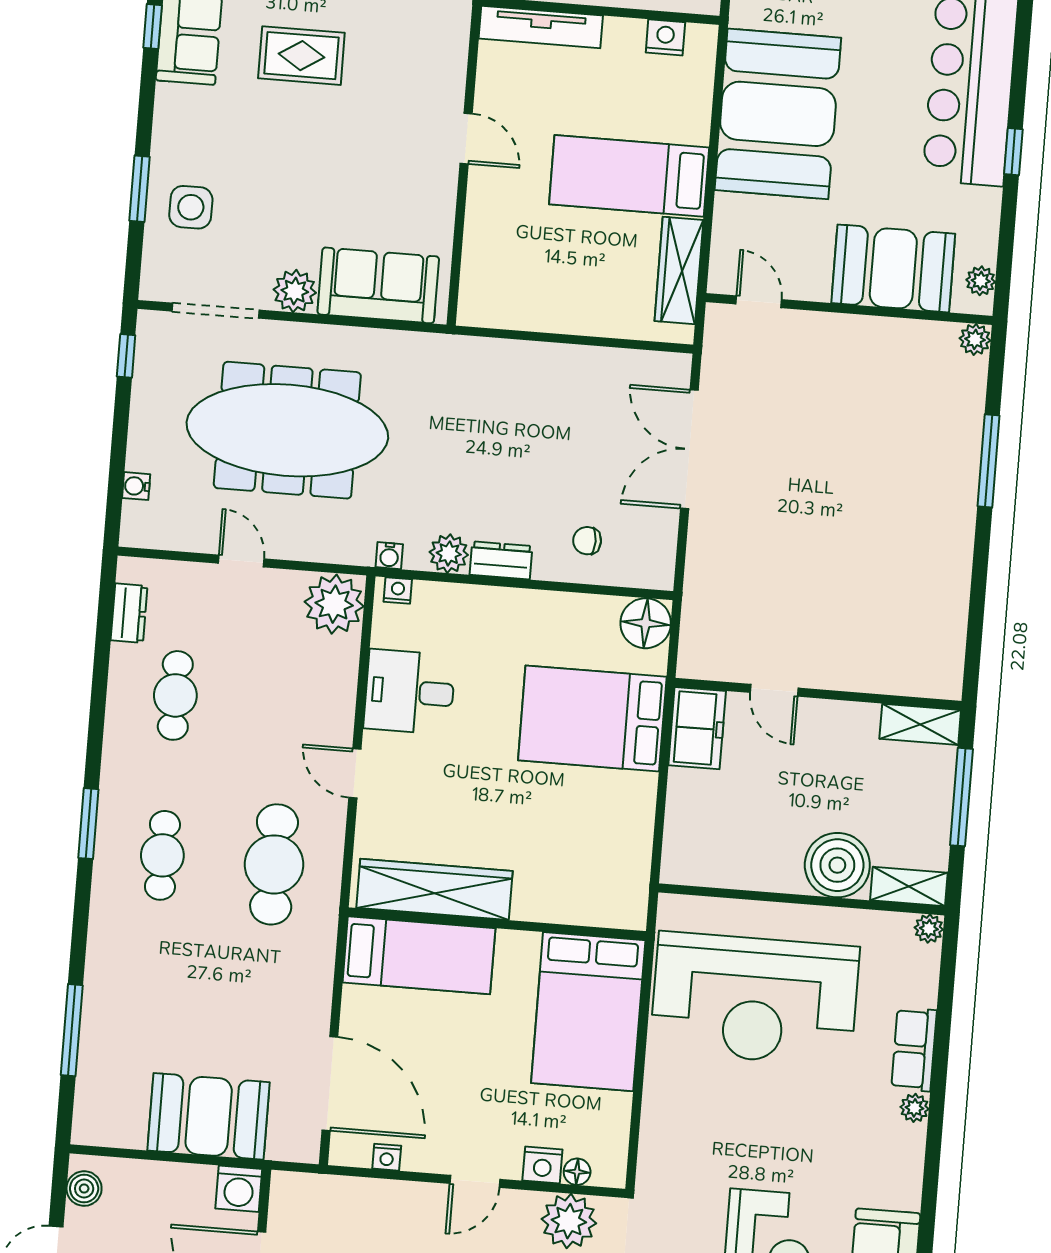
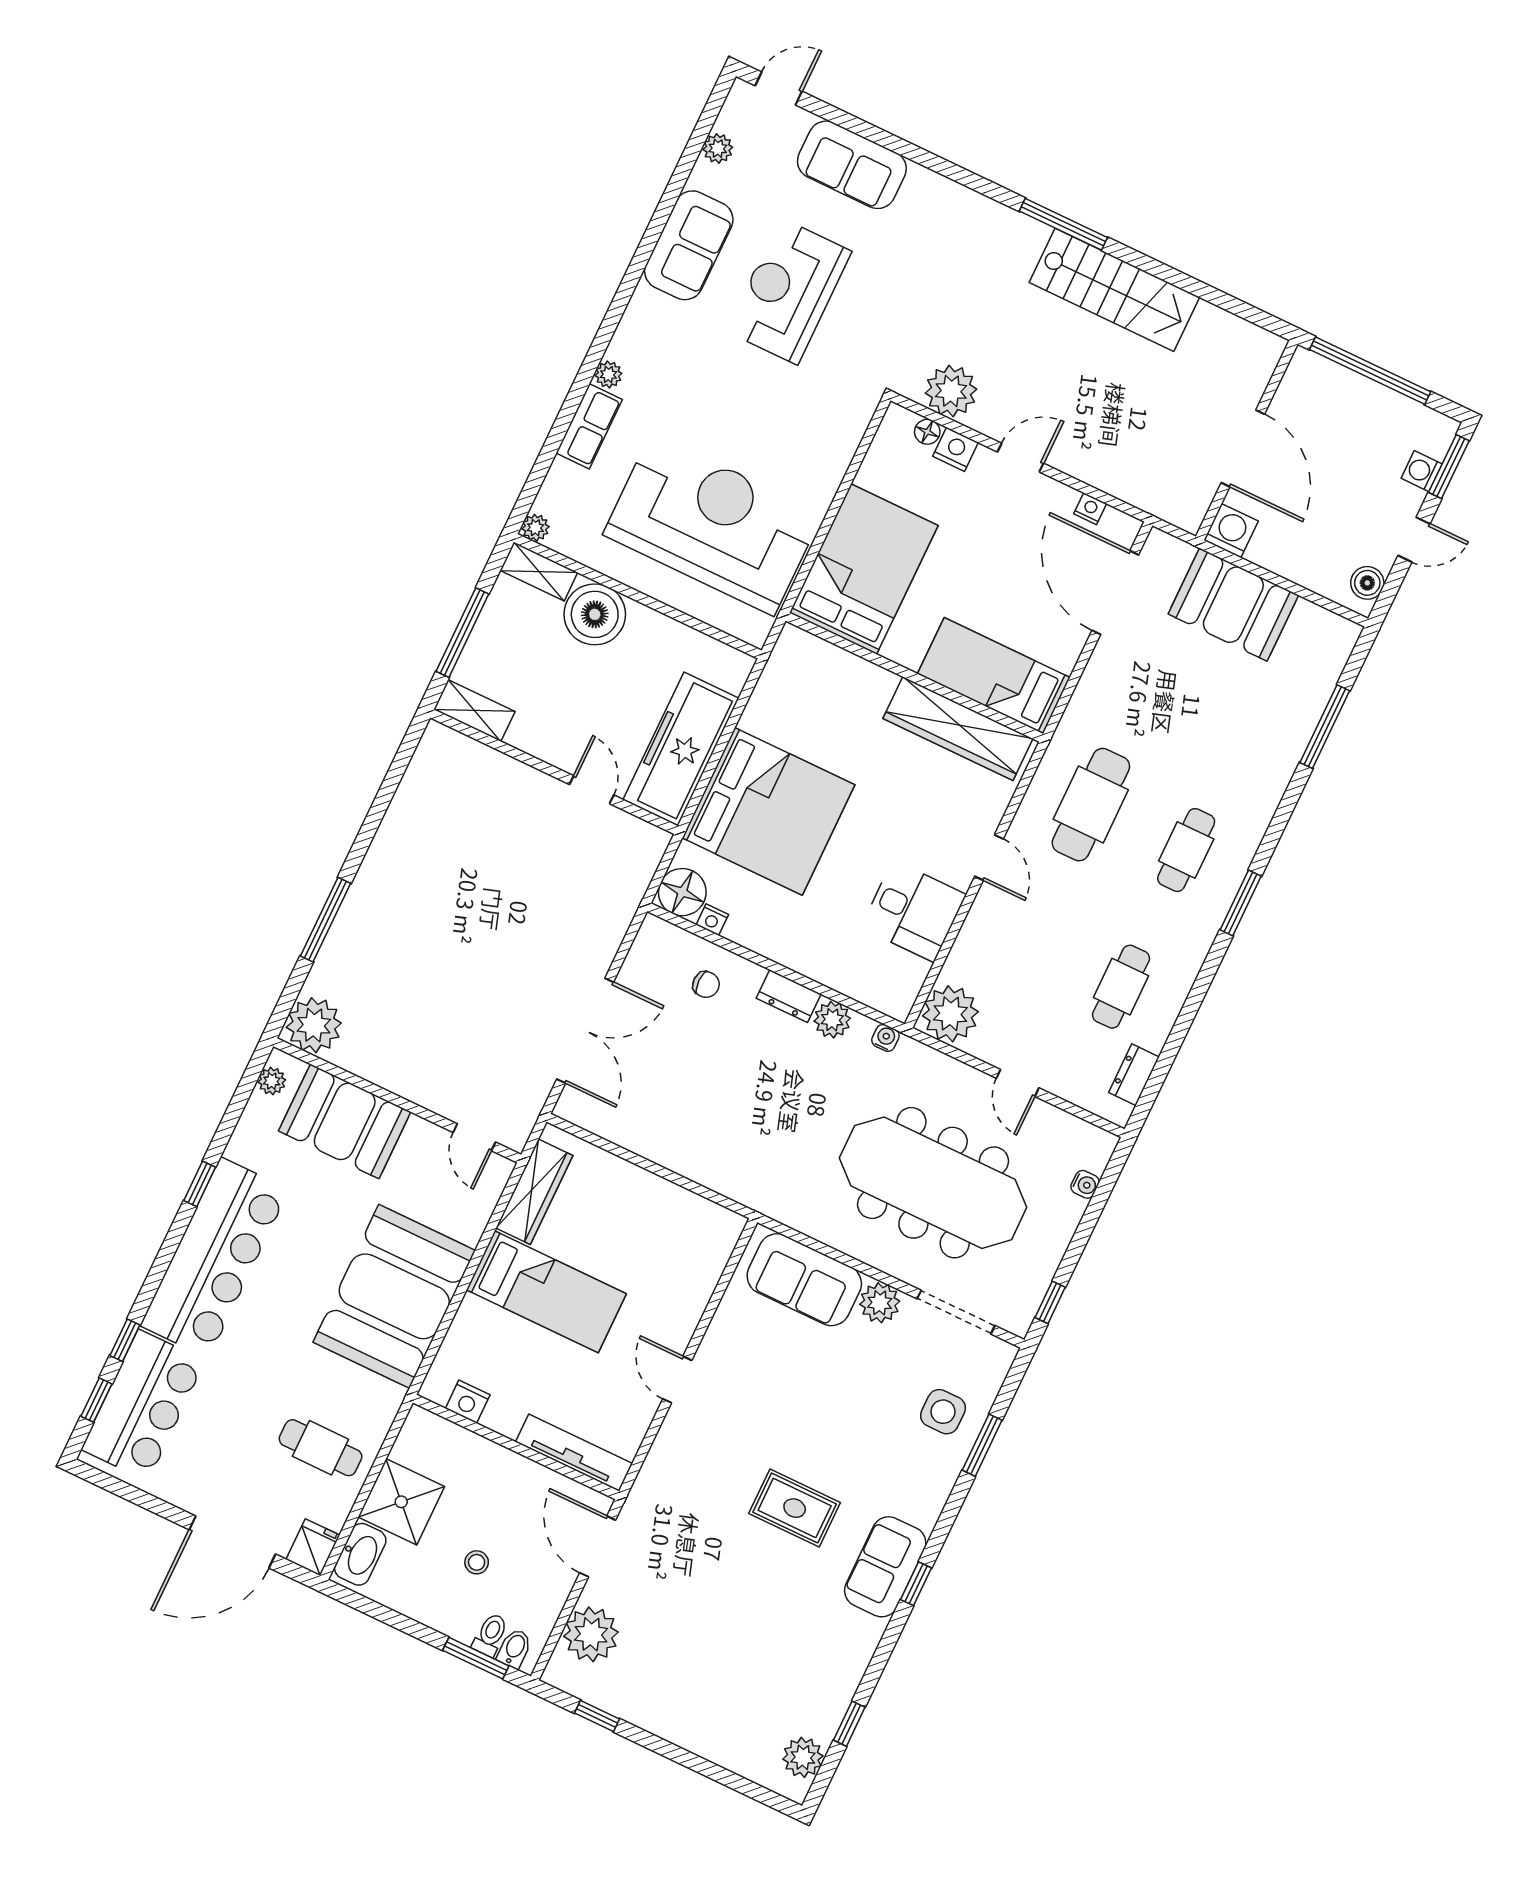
plant: (975, 339) -> (314, 1025), width x1.88, depth x1.88
nightstand: (398, 591) -> (712, 920), moved
bed: (592, 719) -> (768, 811), width x1.36
freezer: (697, 728) -> (681, 749), width x1.91, depth x1.26

